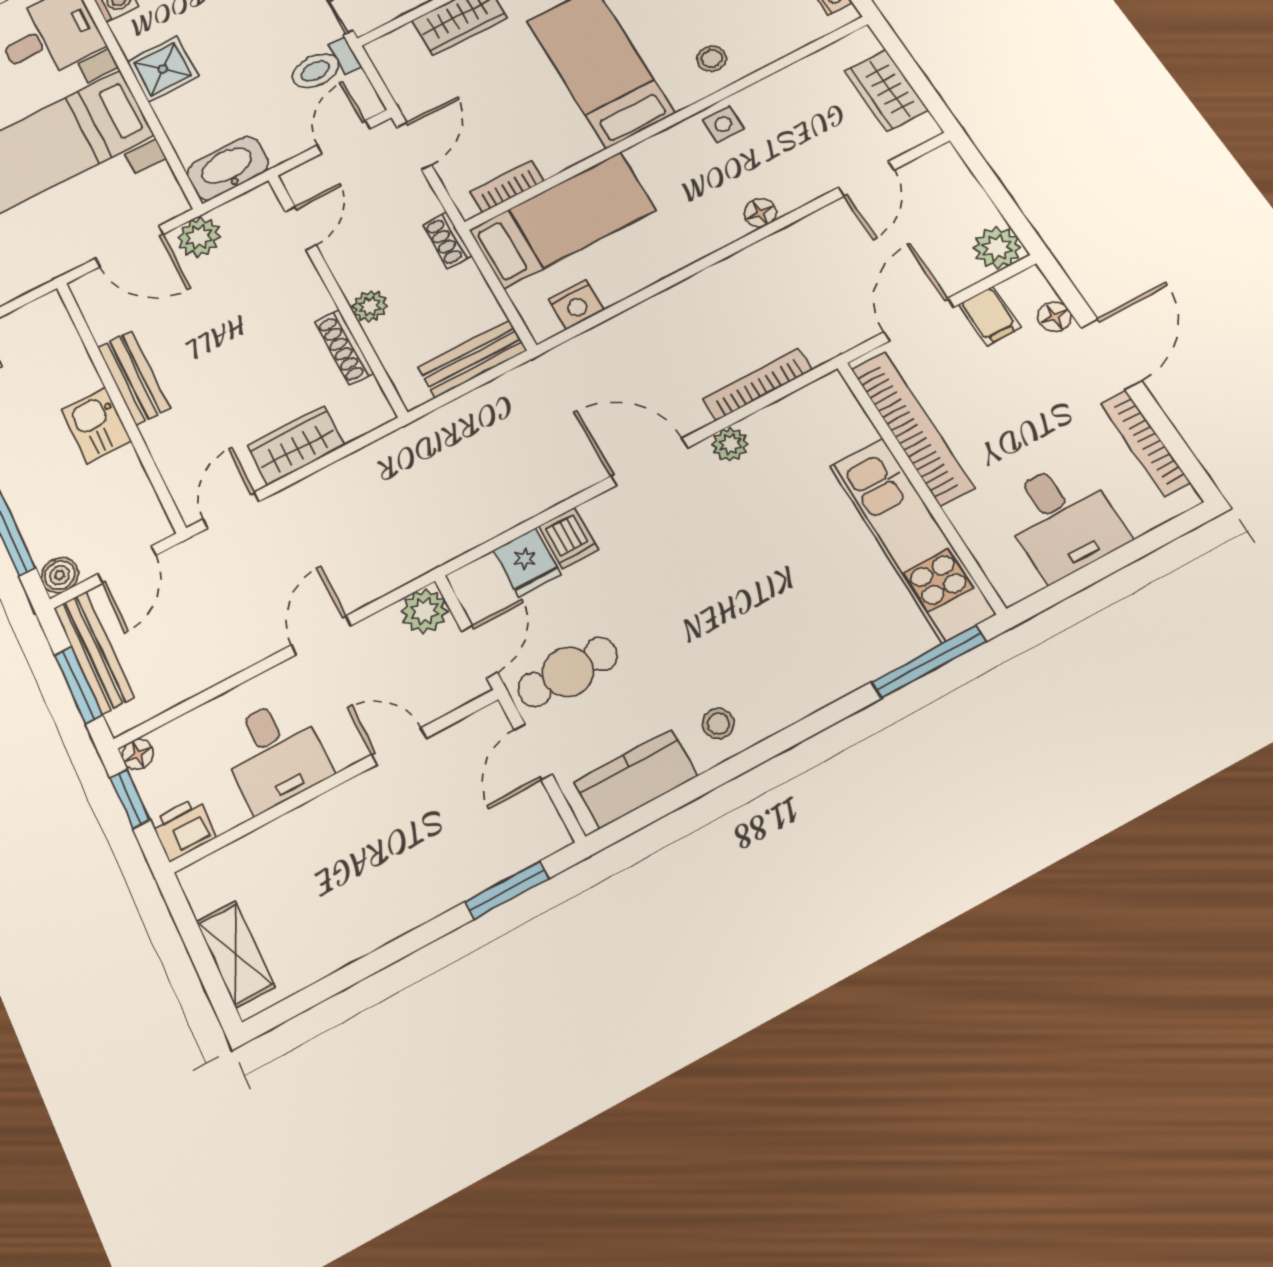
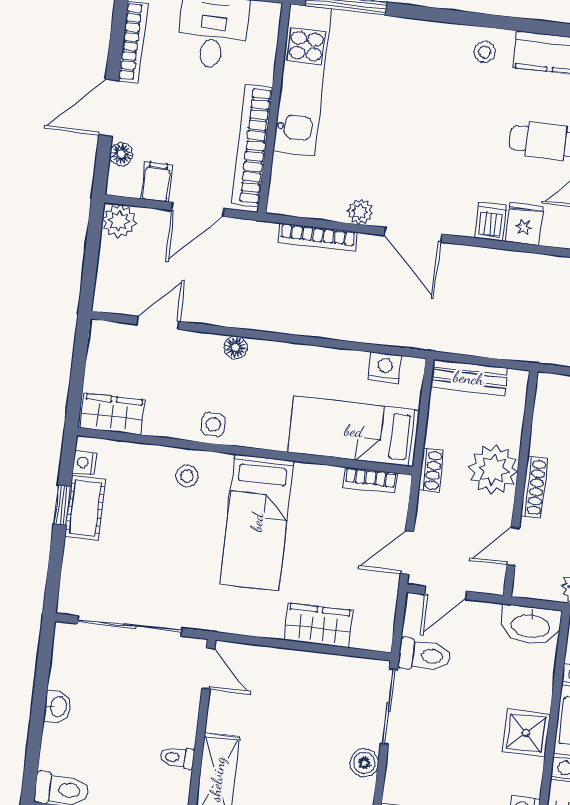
wardrobe: (886, 91) -> (112, 414), moved, turned -90
plant: (370, 306) -> (493, 470), width x1.88, depth x1.88
shoe rack: (344, 347) -> (534, 487), moved

